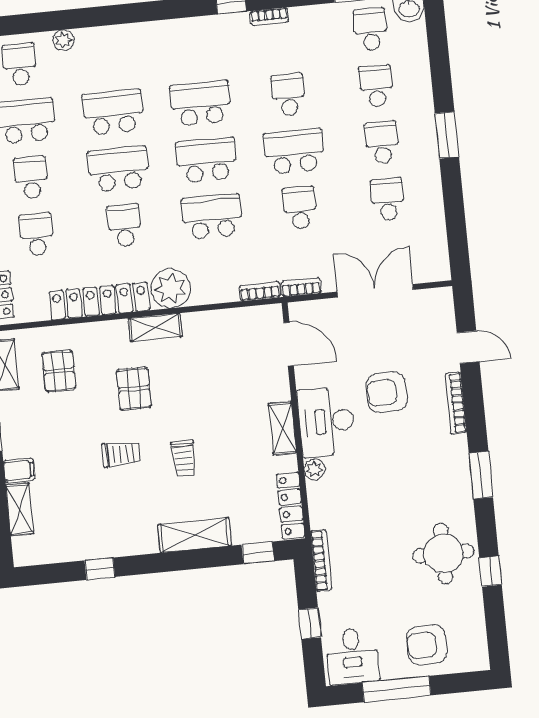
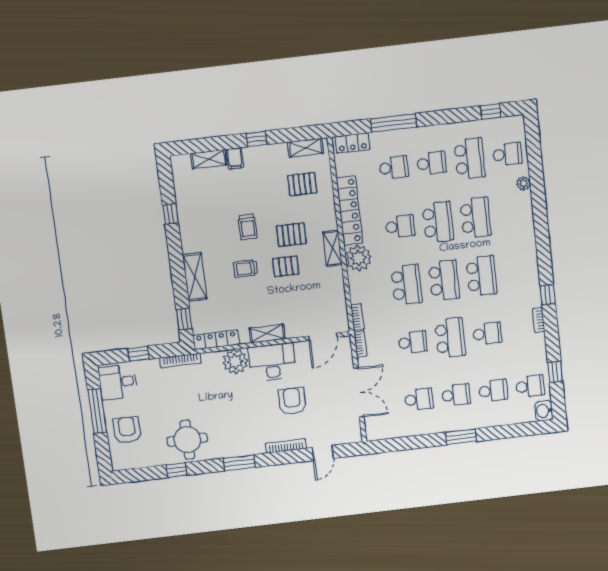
pallet: (181, 398) -> (286, 266), added
plant: (314, 469) -> (235, 362), width x1.88, depth x1.88

